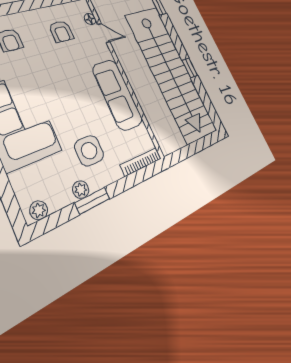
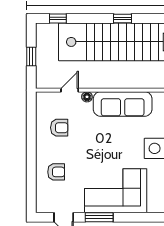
floor lamp: (90, 19) -> (87, 97), moved

